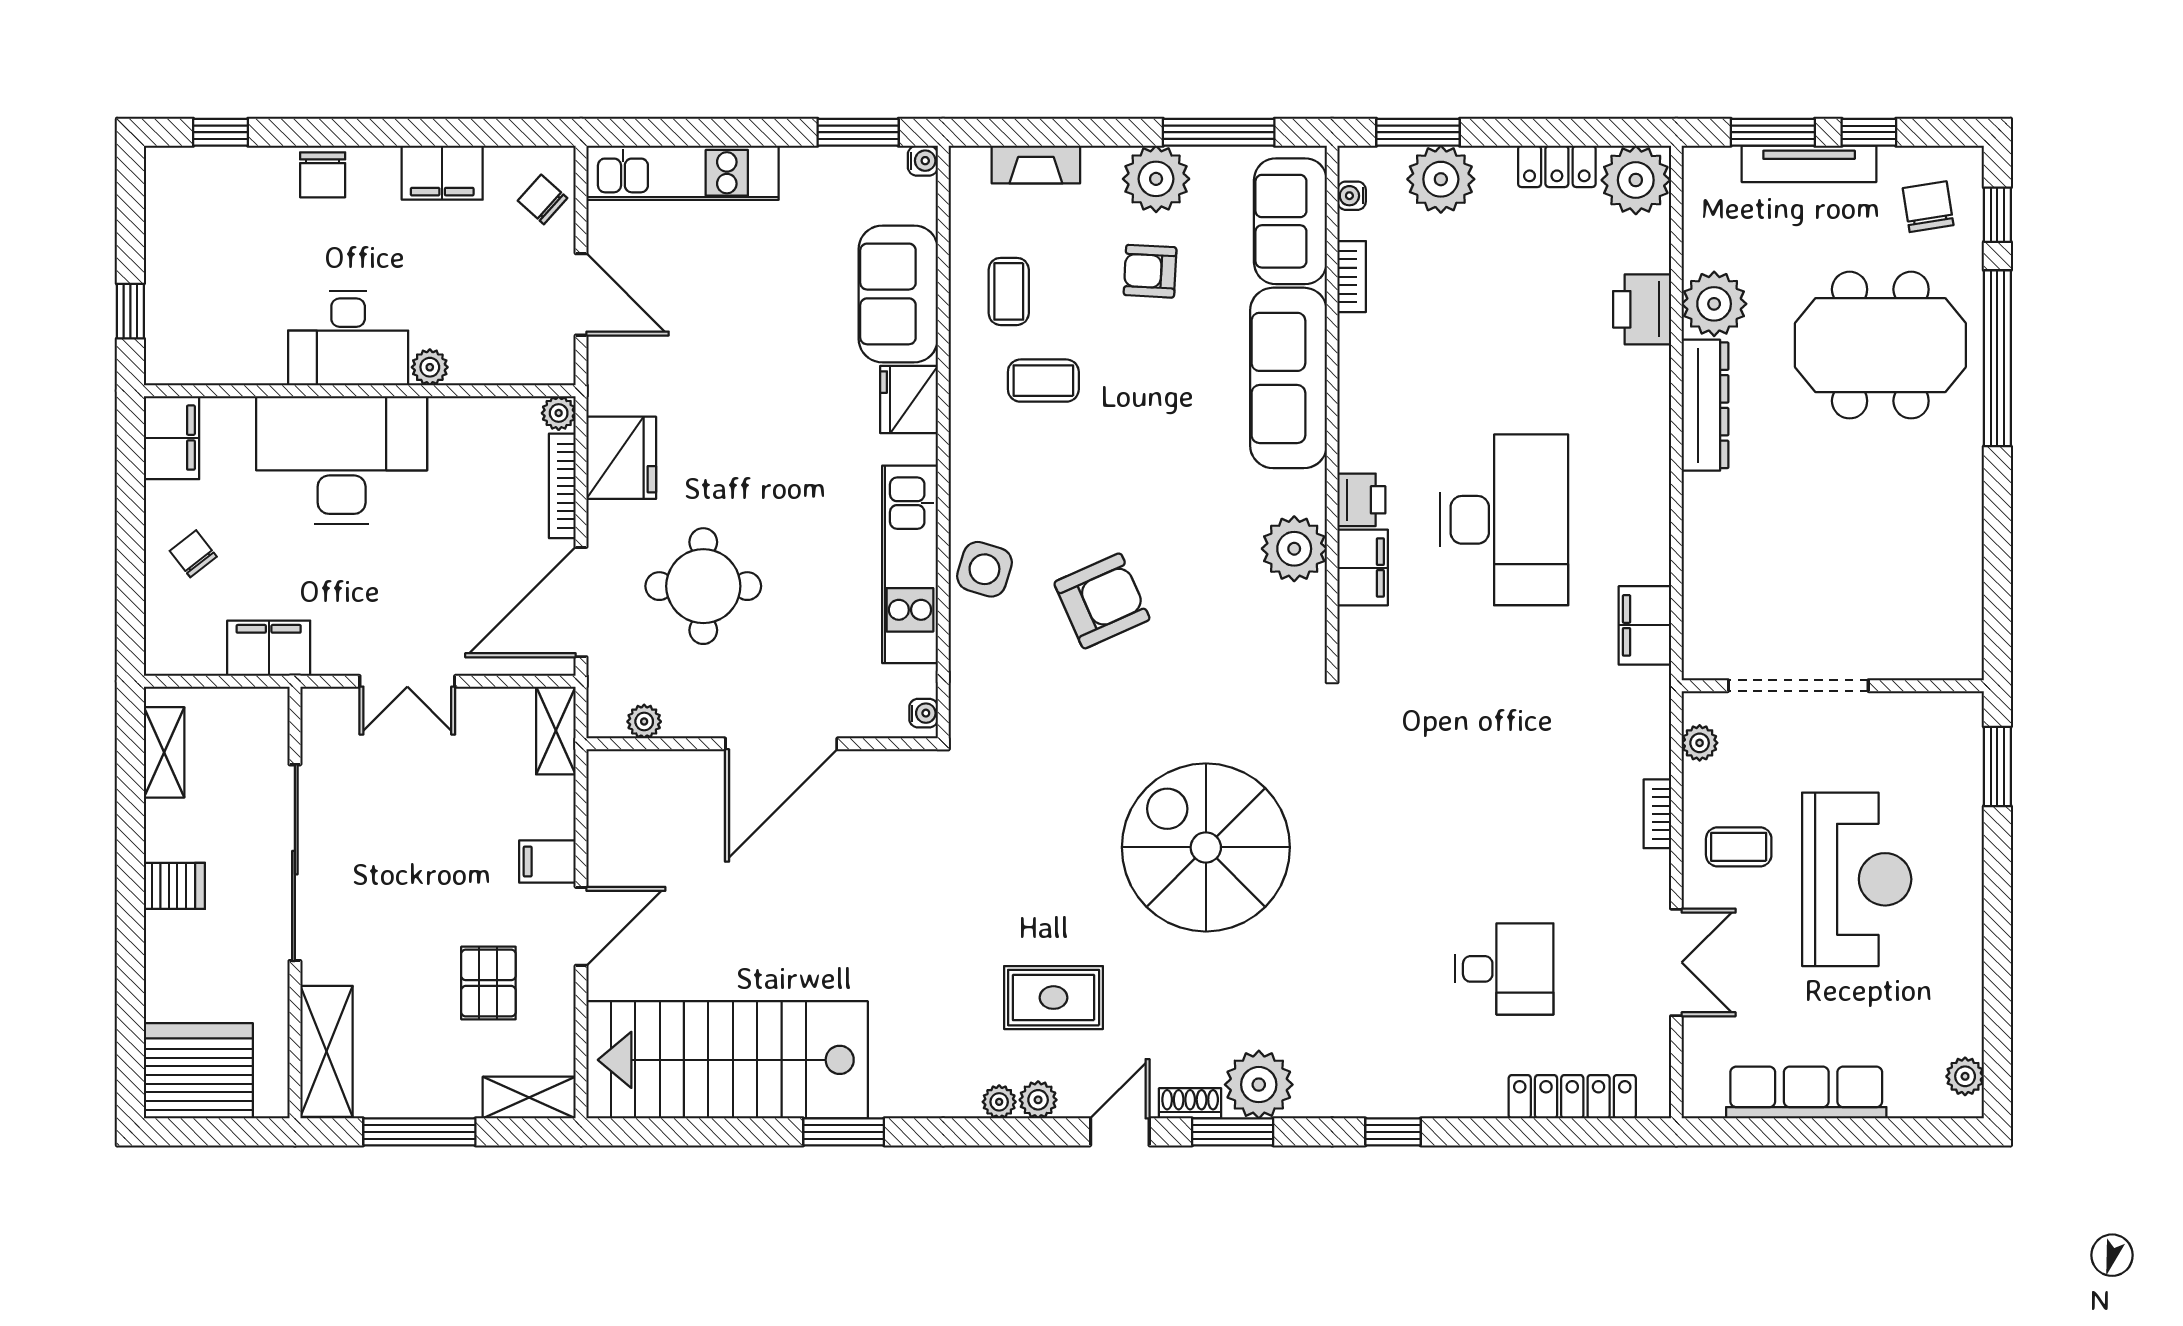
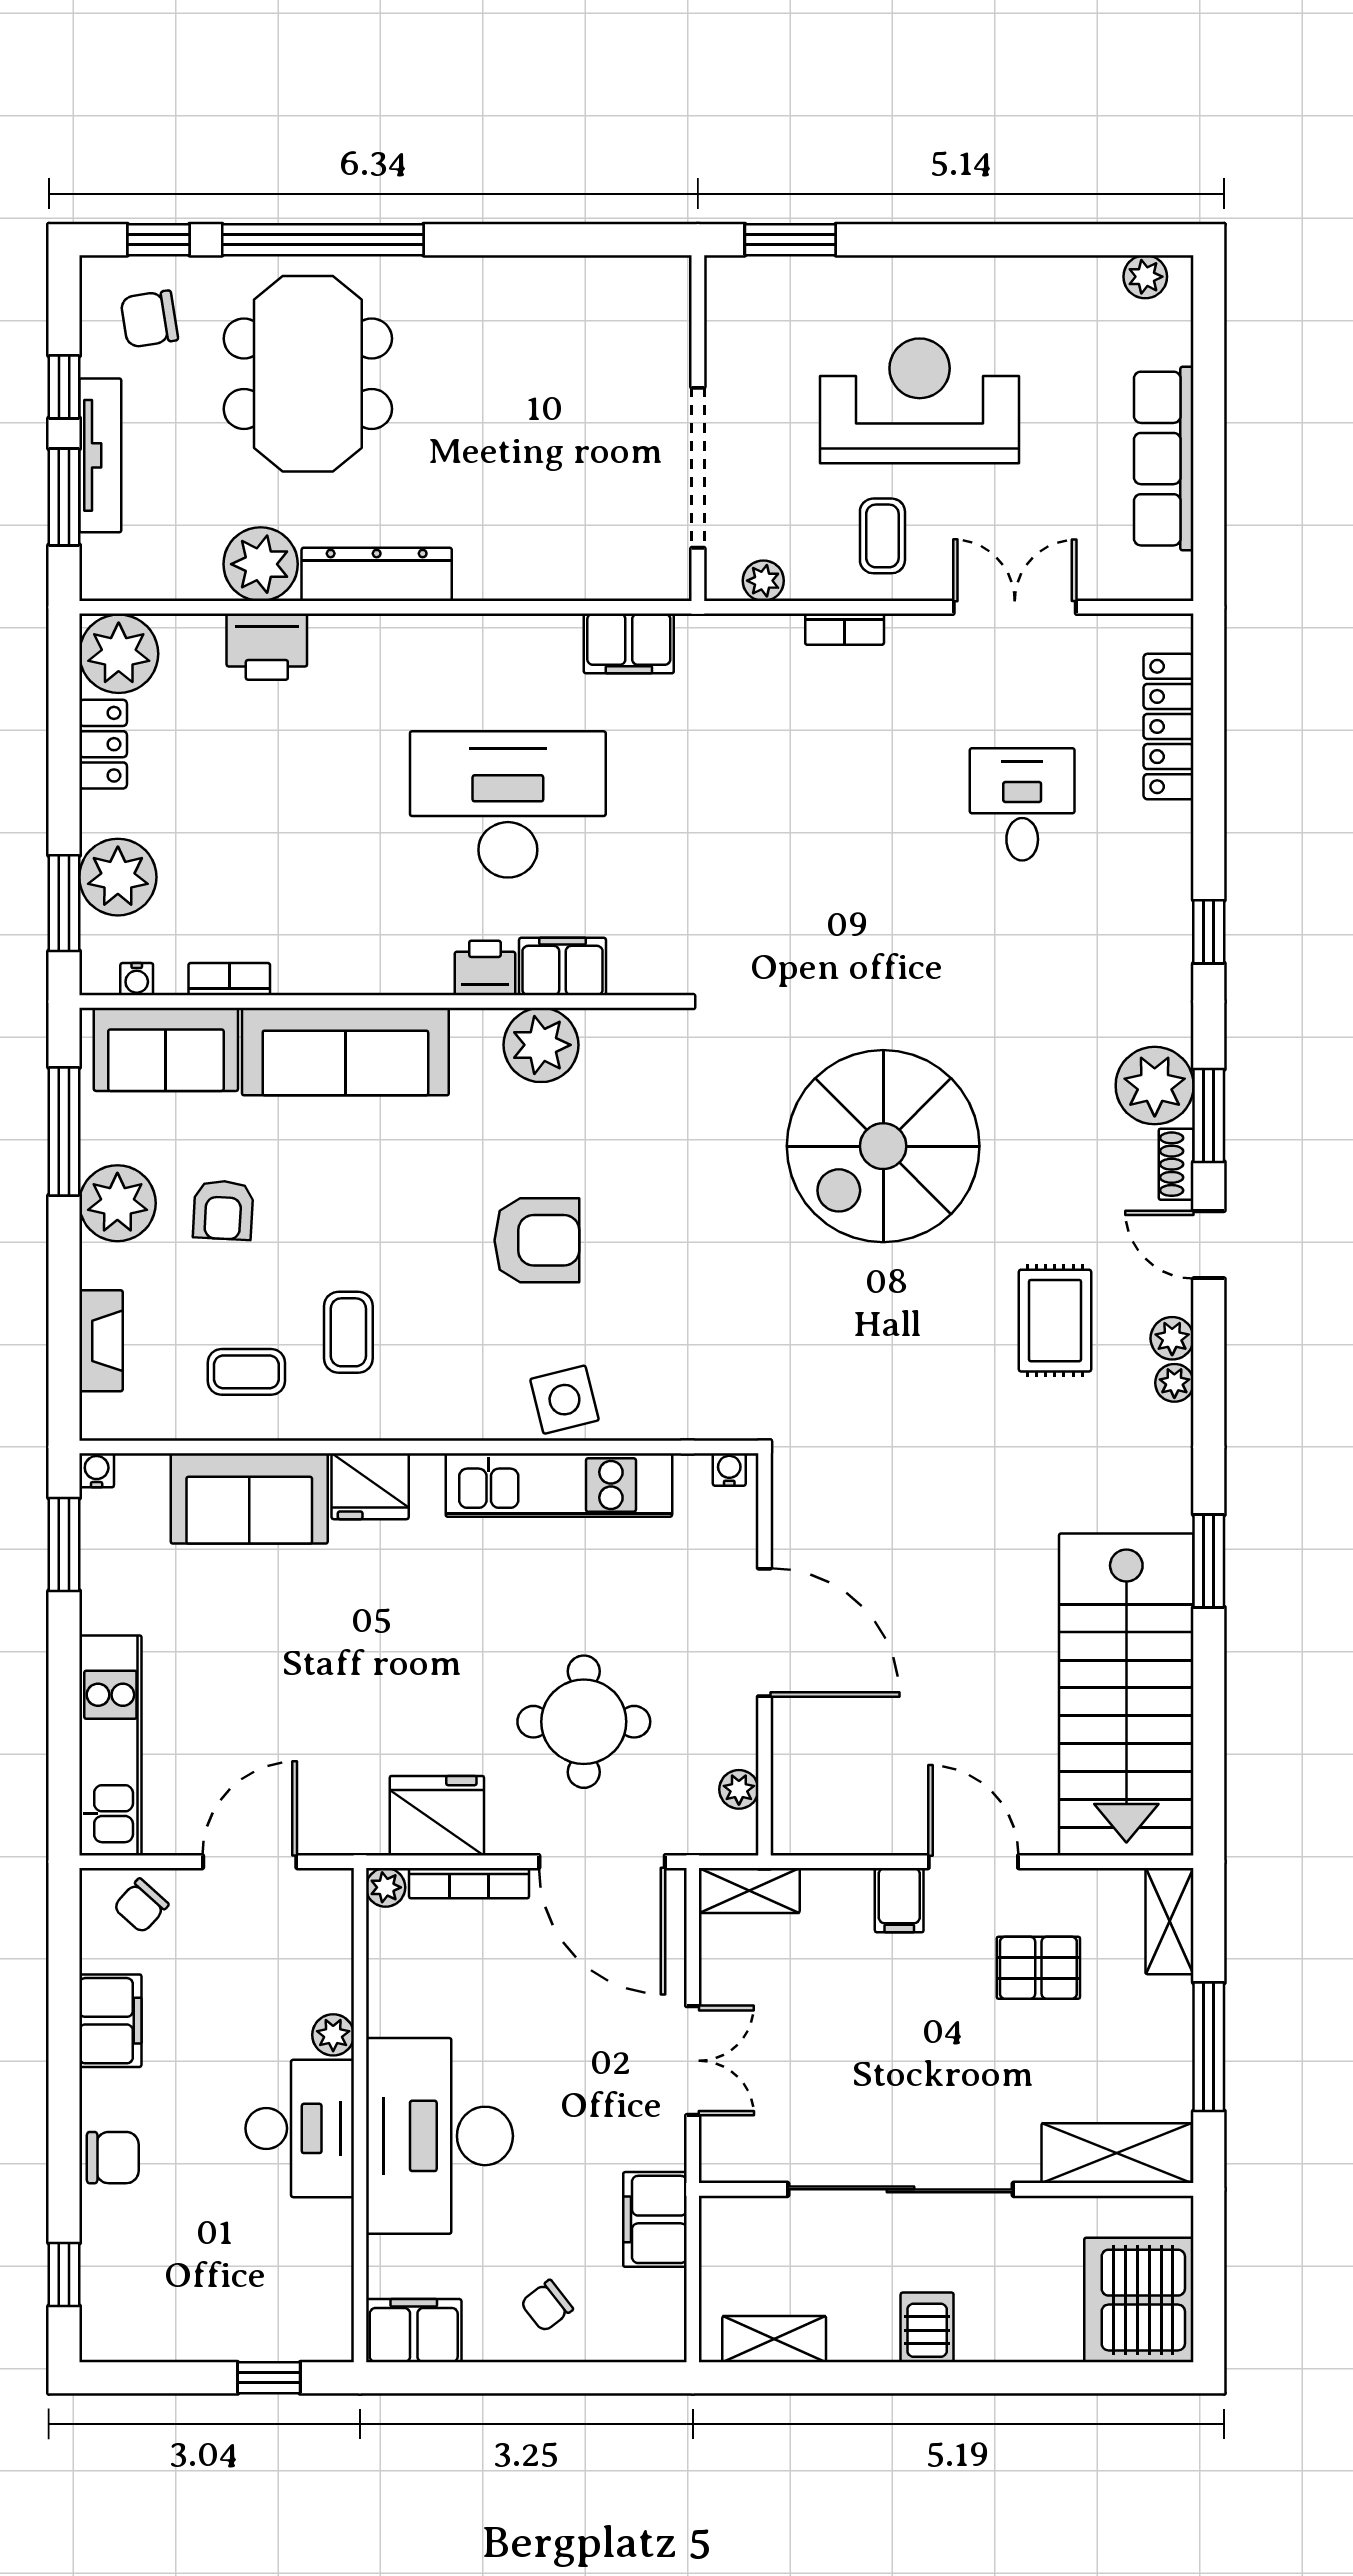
side table: (984, 569) -> (564, 1400), turned -31
armchair: (1102, 601) -> (537, 1240), moved, turned 114

